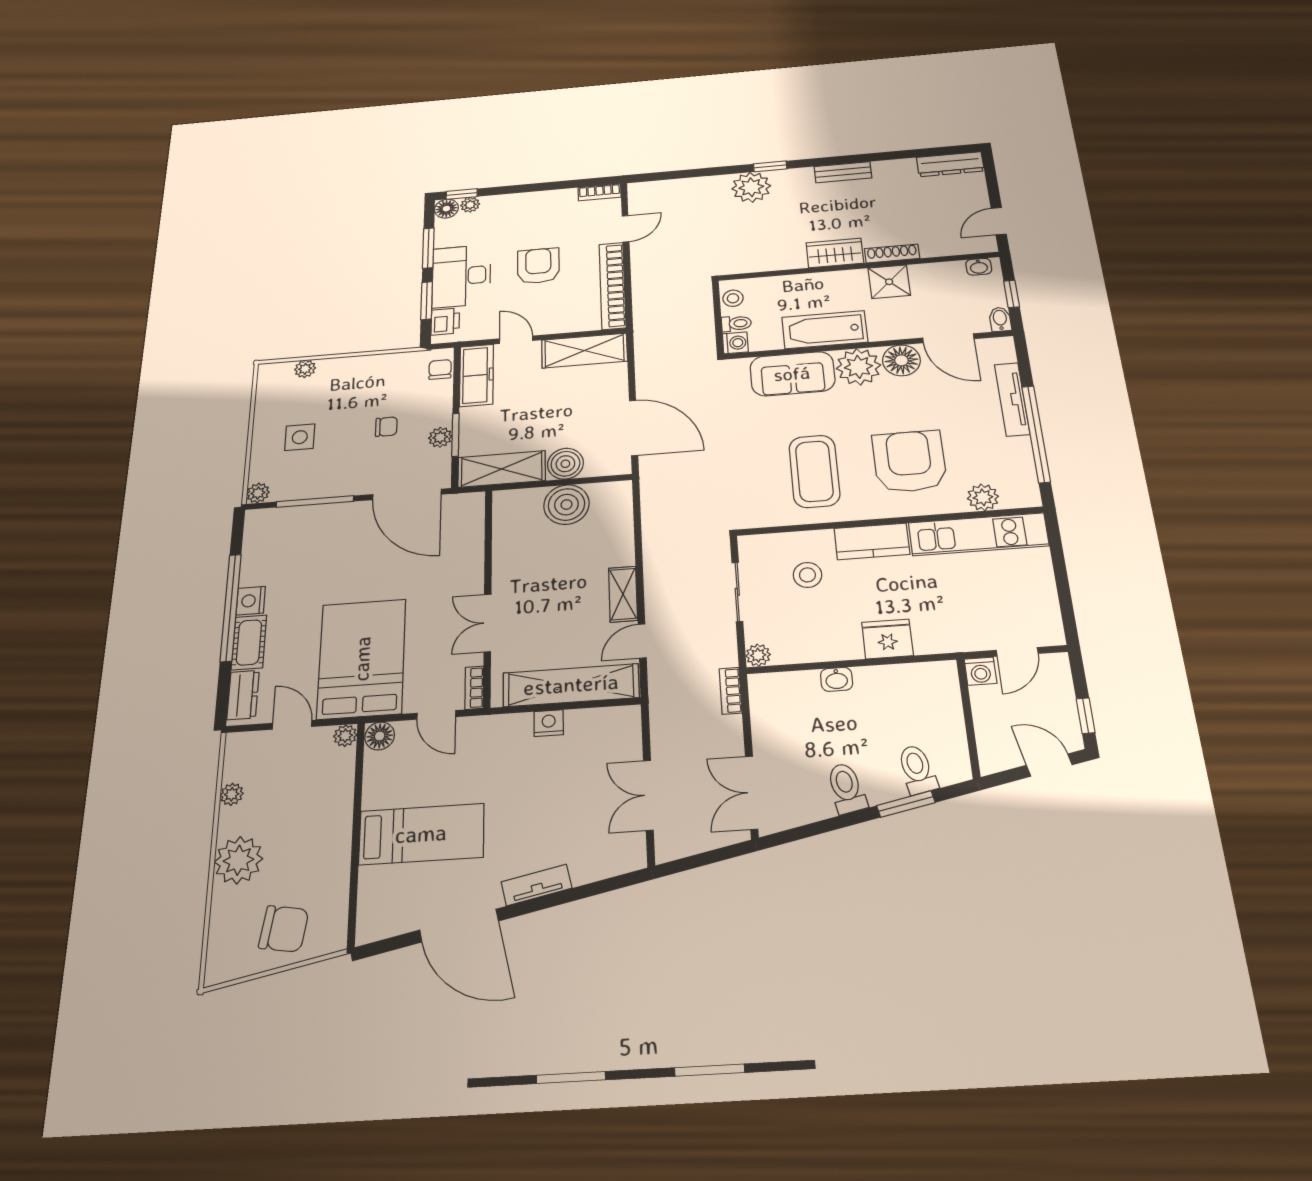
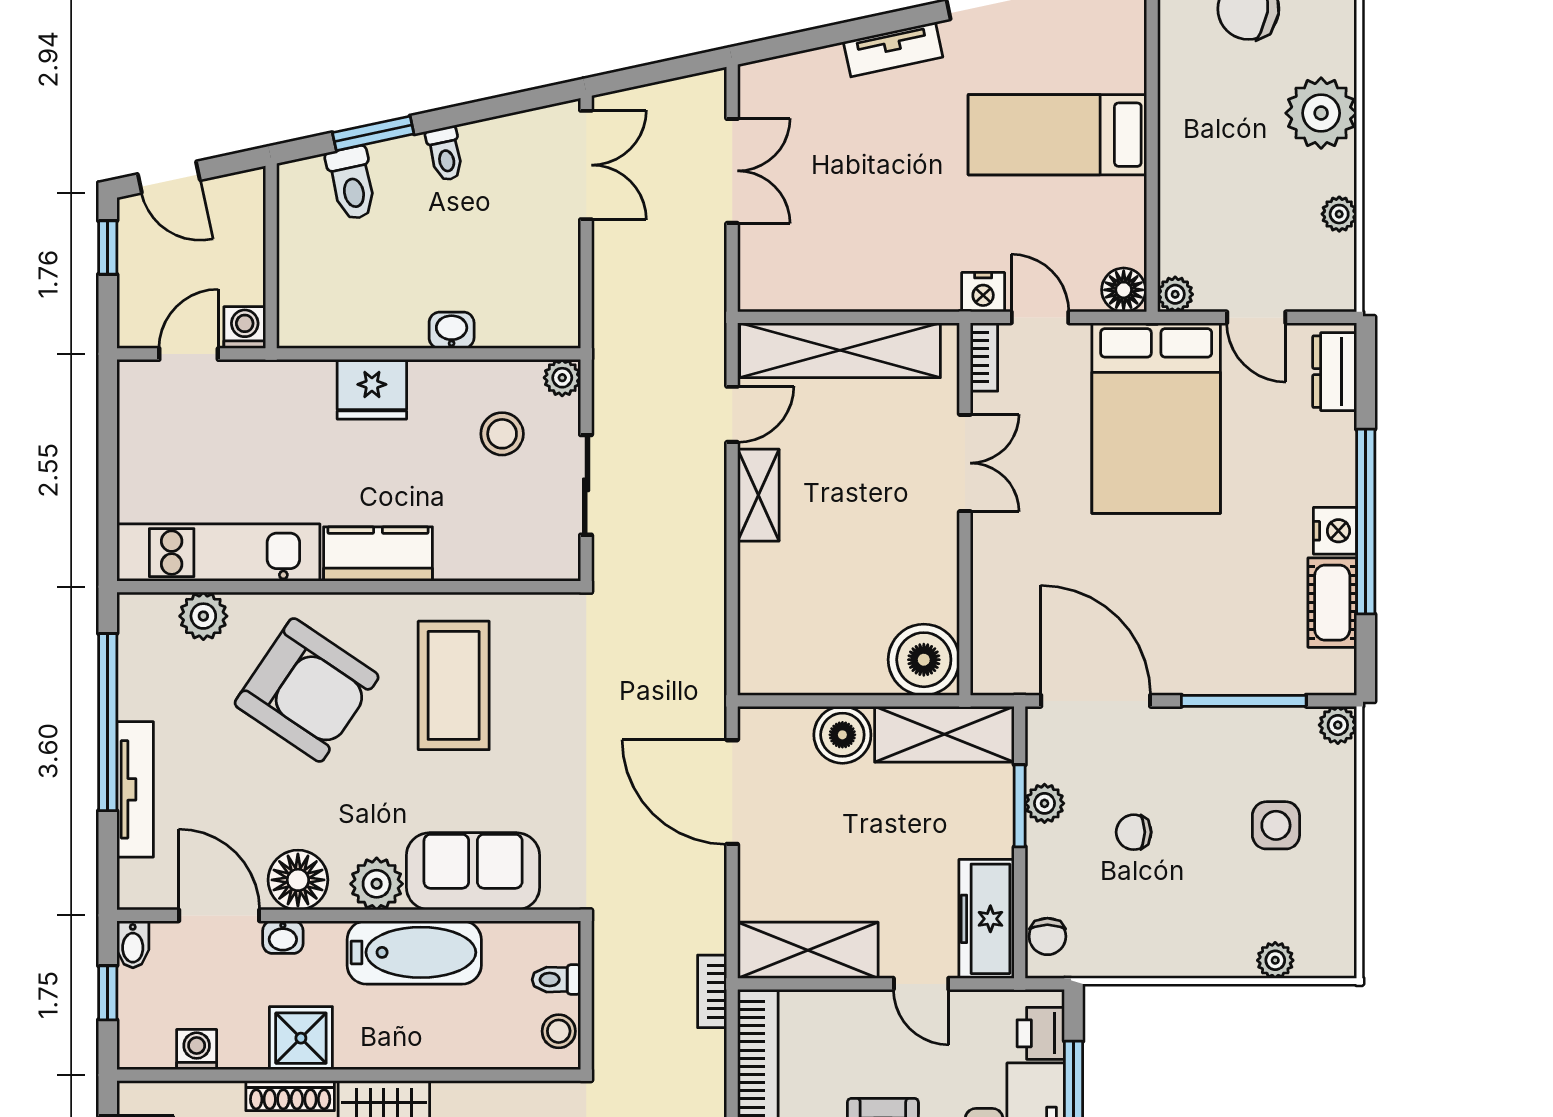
washbasin: (979, 267) -> (283, 937), moved, turned 180
washing machine: (735, 343) -> (197, 1050), moved, turned 90
plant: (858, 367) -> (377, 884), width x0.73, depth x0.73
armchair: (909, 461) -> (307, 690), turned -56
boiler: (566, 505) -> (924, 660), moved
stool: (807, 575) -> (502, 434), moved
cot: (249, 642) -> (1332, 603), moved
bookcase: (731, 691) -> (712, 991), moved, turned 180
nightstand: (549, 723) -> (983, 292), moved
toilet: (846, 788) -> (445, 154), width x0.73, depth x0.72

